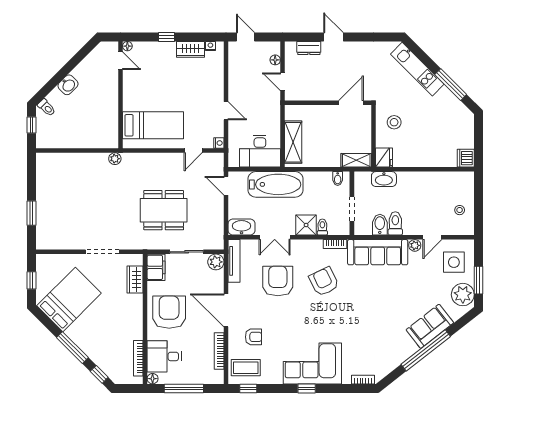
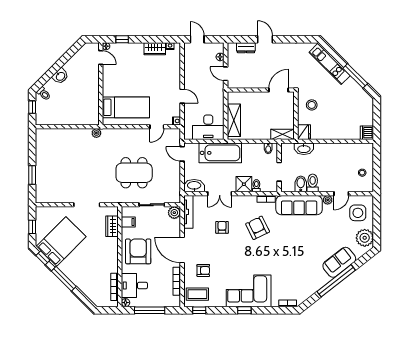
window: (167, 37) -> (122, 39), moved
filing cabinet: (156, 267) -> (128, 222), width x0.50
window: (478, 280) -> (377, 227), removed
armchair: (278, 281) -> (222, 227), width x0.53, depth x0.53
window: (99, 374) -> (43, 258), moved

